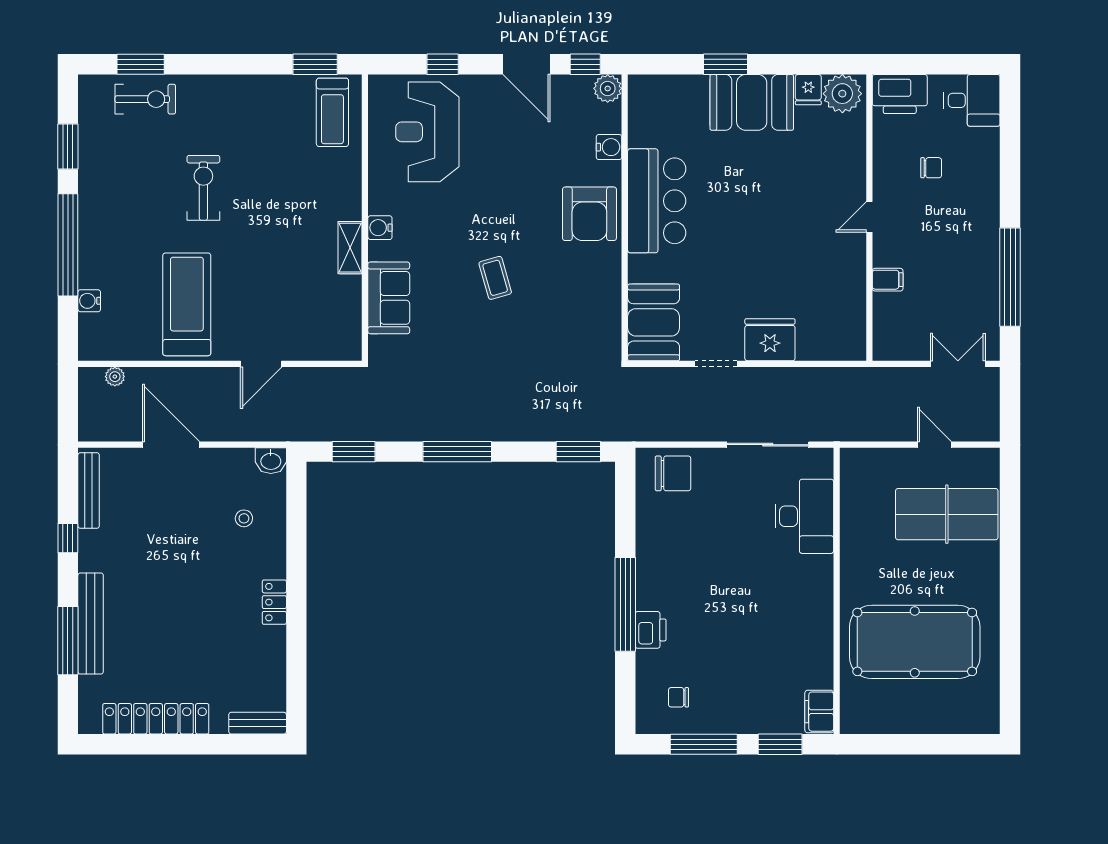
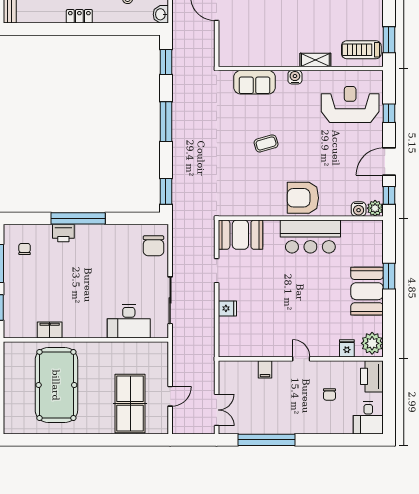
fridge: (808, 90) -> (347, 348), moved, turned 90
water cooler: (609, 147) -> (359, 209), moved
shelving: (350, 248) -> (315, 60), moved
fridge: (770, 340) -> (227, 308), width x0.53, depth x0.75
filing cabinet: (819, 712) -> (50, 330), moved

